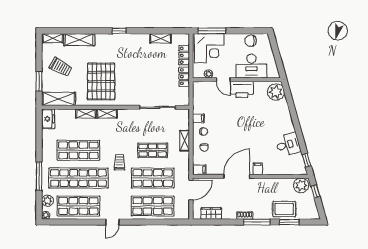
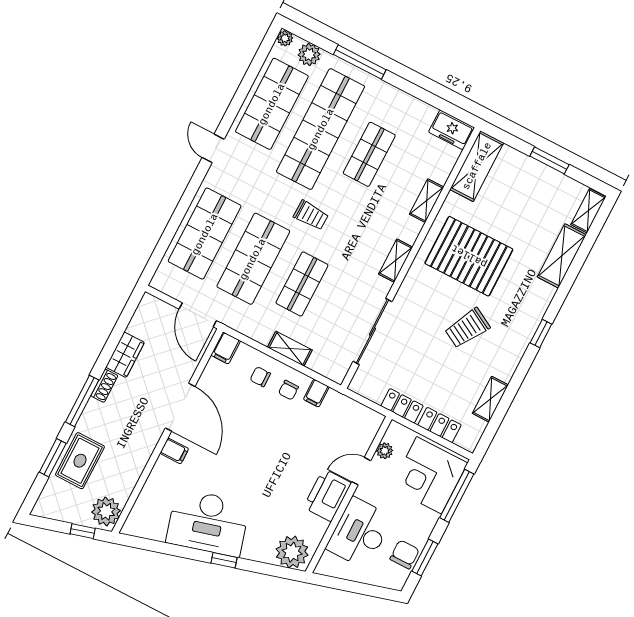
window: (247, 31) -> (425, 557), added
trolley: (61, 67) -> (467, 328), moved
window: (39, 81) -> (549, 160), moved
shelving: (107, 113) -> (396, 261), moved
desk: (288, 145) -> (208, 523), width x1.87, depth x1.30
shop shelf: (78, 150) -> (369, 154), width x0.70, depth x0.74
window: (307, 160) -> (224, 560), moved
wardrobe: (211, 213) -> (125, 355), moved

